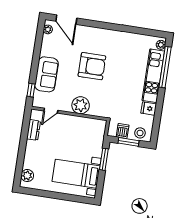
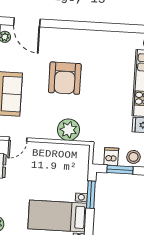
armchair: (92, 66) -> (65, 78), turned 90
plant: (81, 105) -> (68, 130), moved

